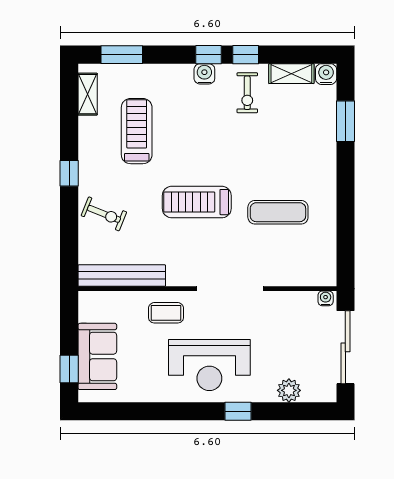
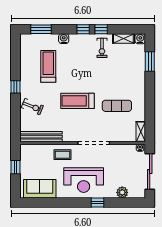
water cooler: (204, 74) -> (64, 39), moved
shelving: (88, 94) -> (141, 132), moved
sofa: (97, 356) -> (40, 189), moved, turned -90
window: (69, 369) -> (15, 167), moved

